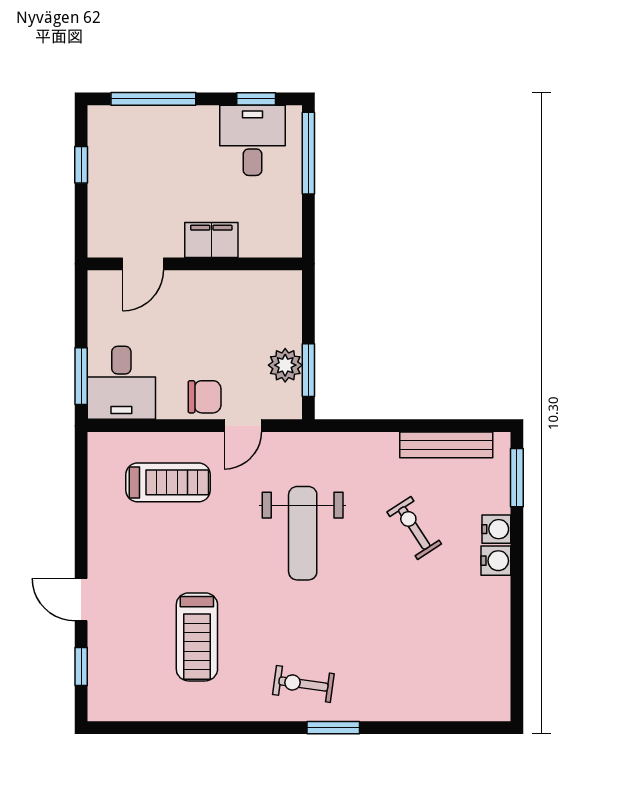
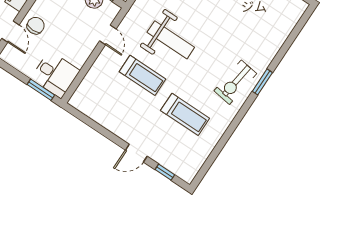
chair: (205, 397) -> (36, 26), moved
treadmill: (168, 482) -> (143, 75), moved, turned 90
exercise bike: (303, 684) -> (235, 82), width x1.38, depth x1.39

